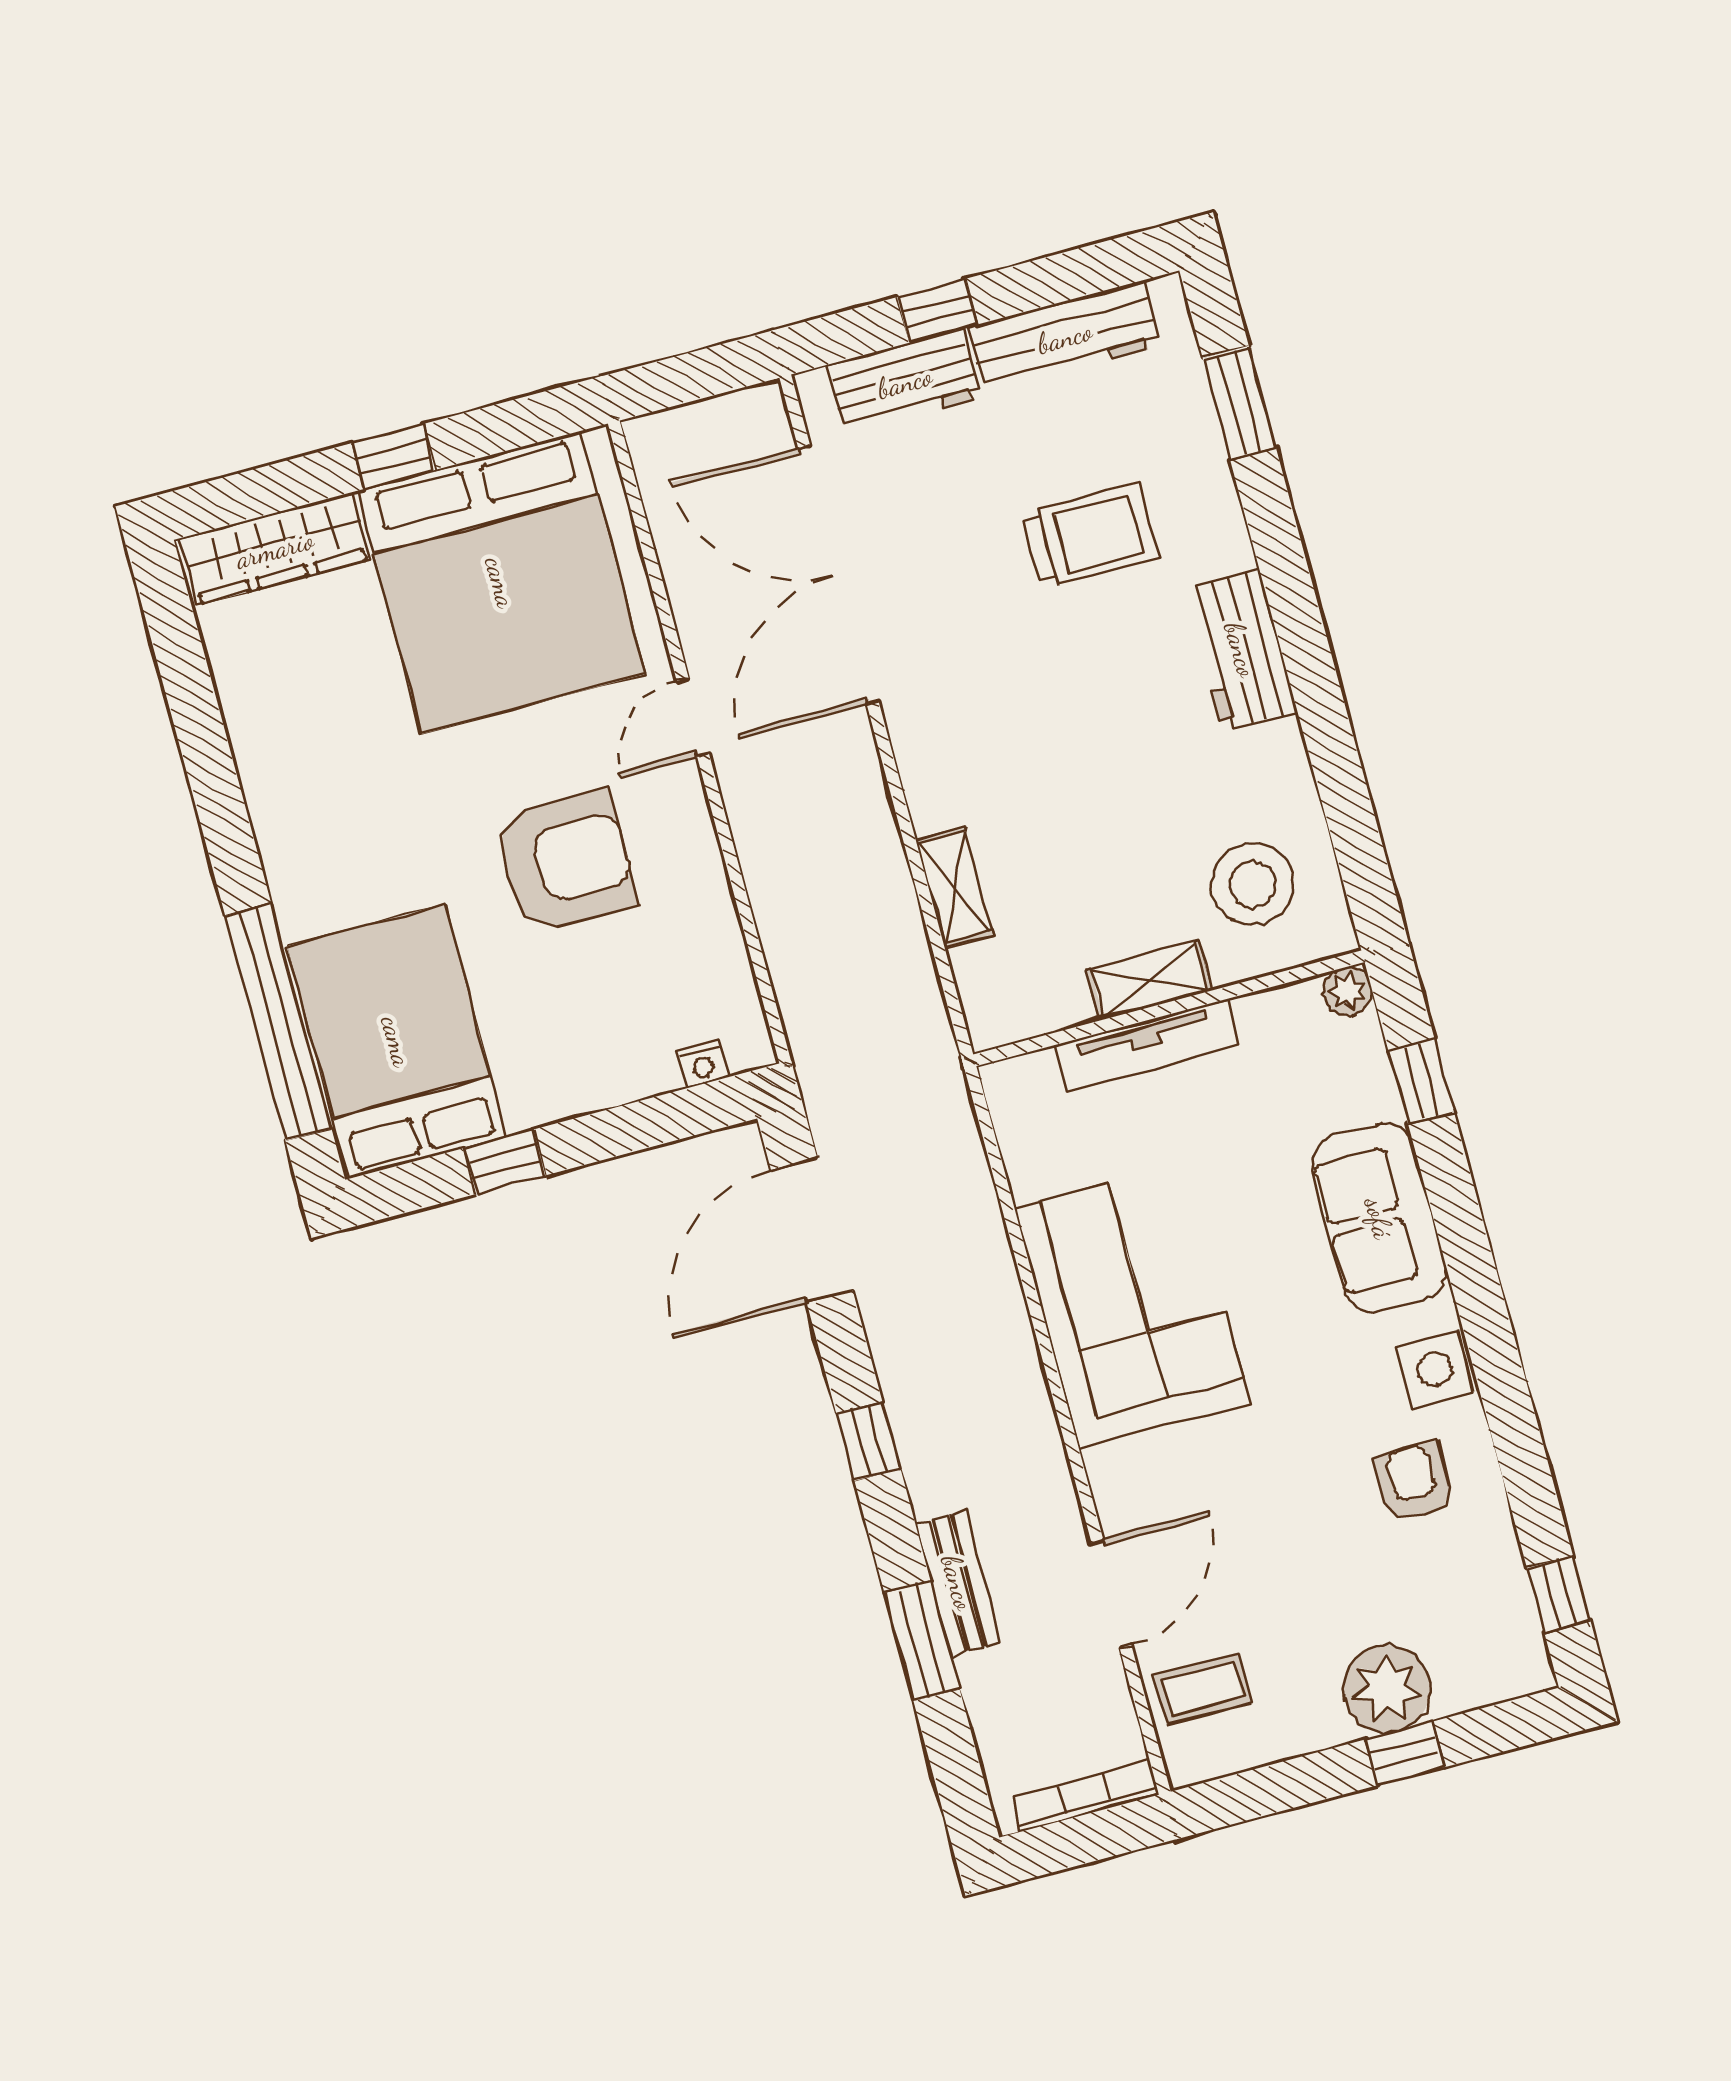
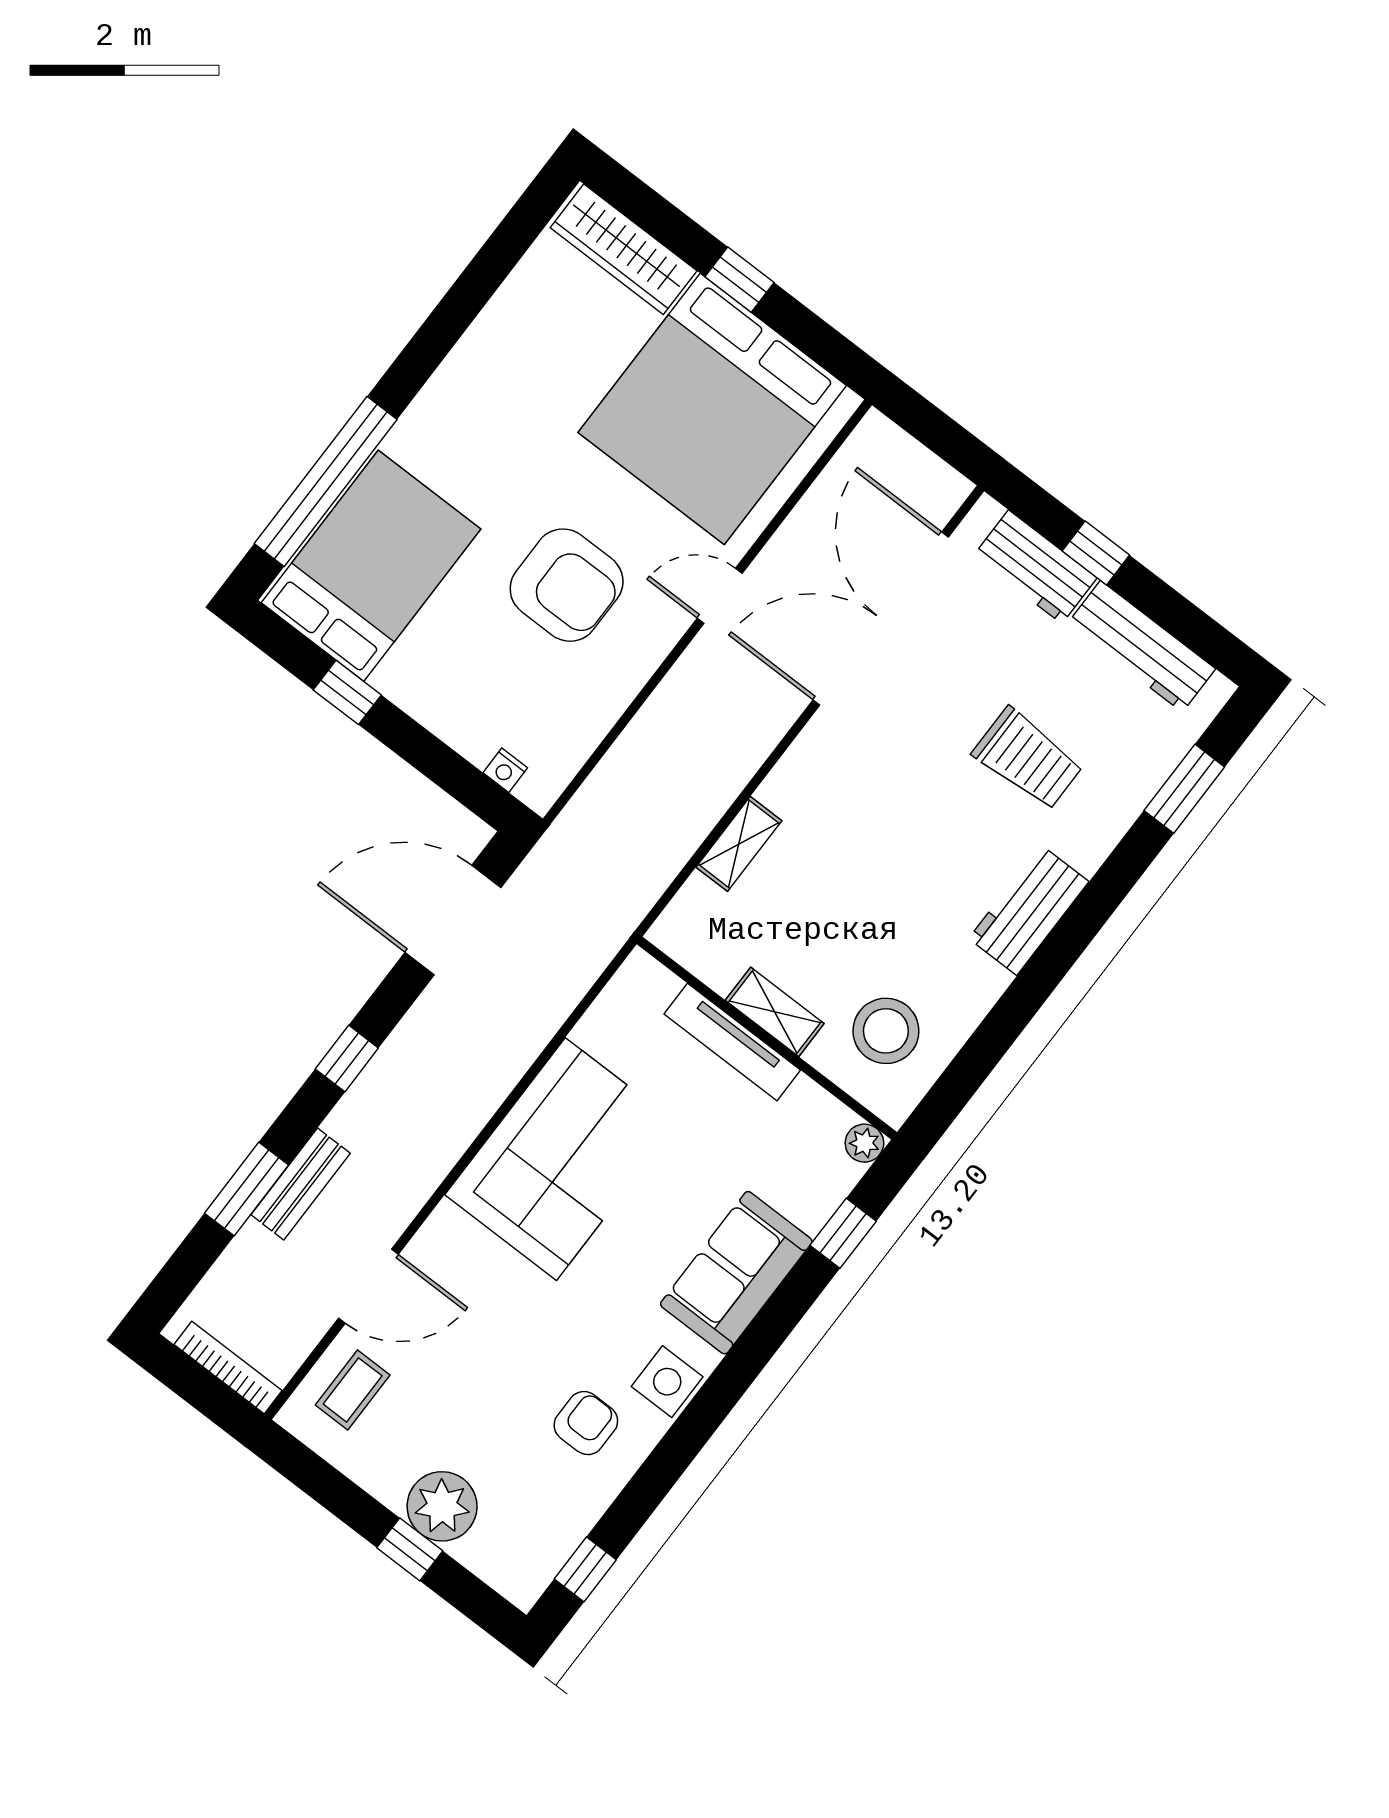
coffee table: (1203, 1689) -> (353, 1390), turned 90

